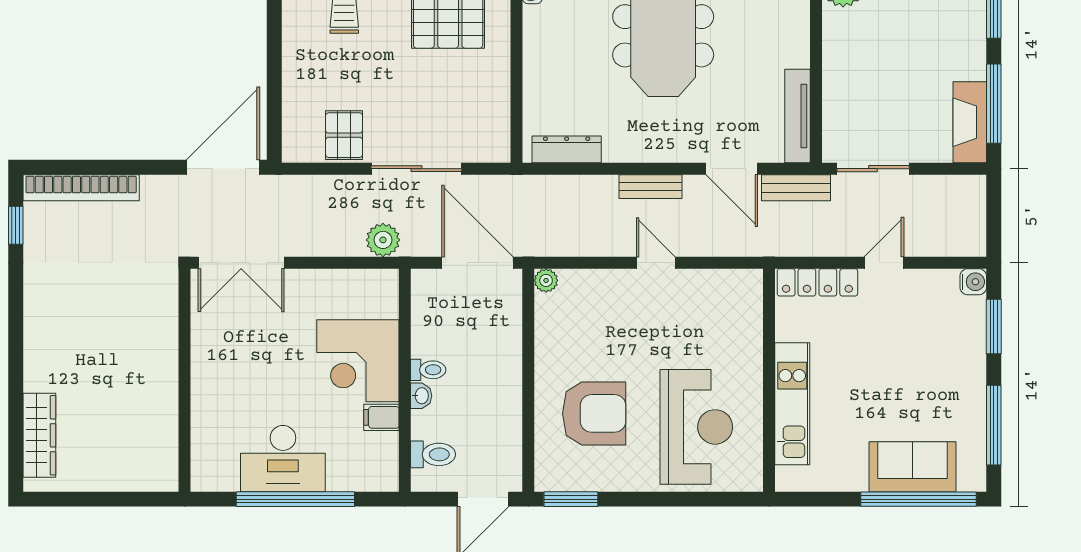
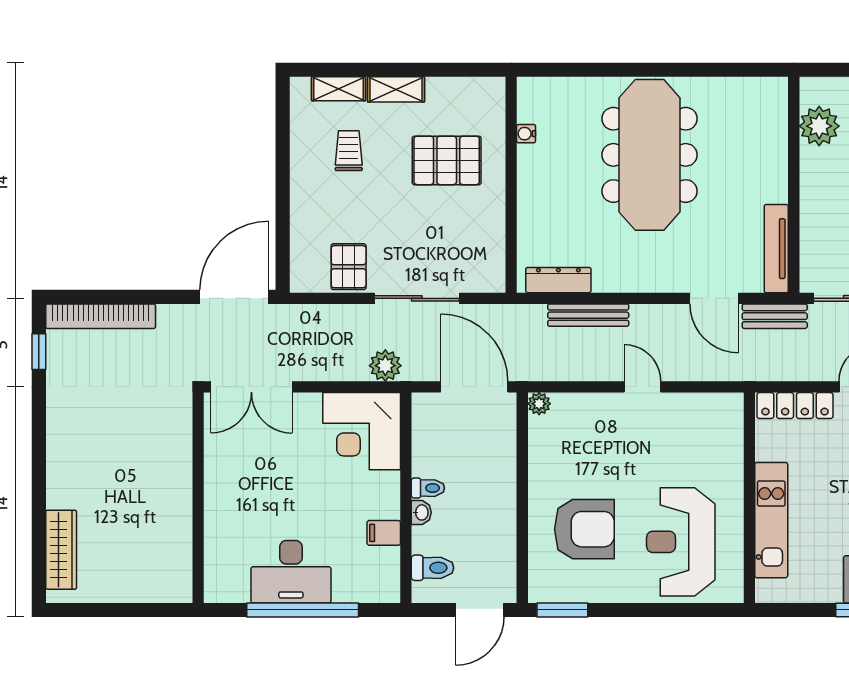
bench: (651, 187) -> (588, 315), moved, width x1.36
corner desk: (358, 361) -> (362, 431), moved
reception desk: (696, 427) -> (681, 542), turned 180

